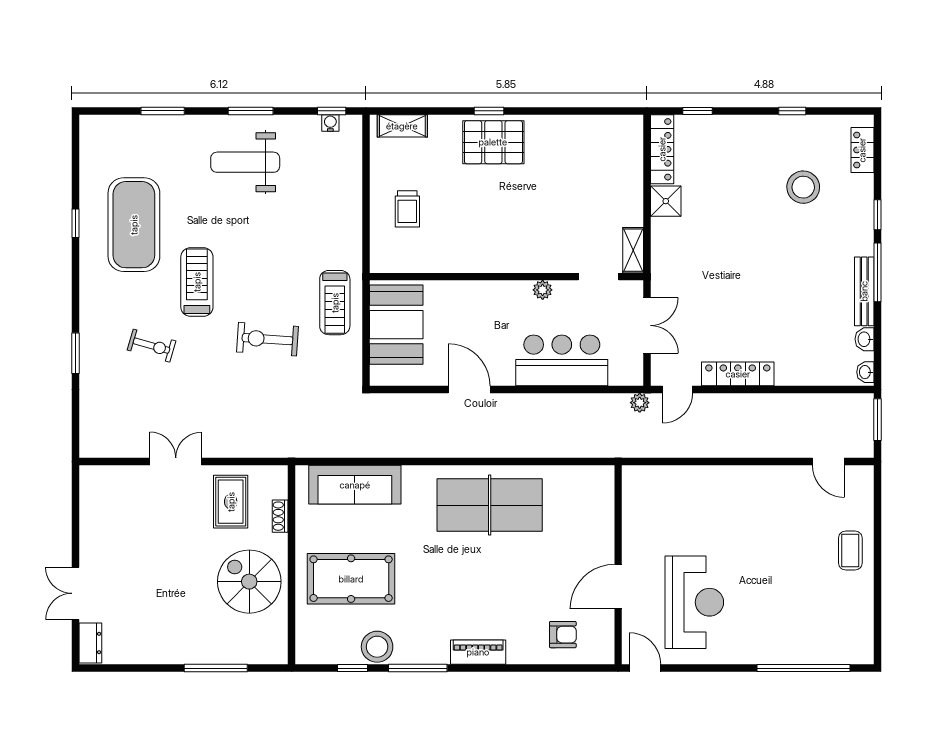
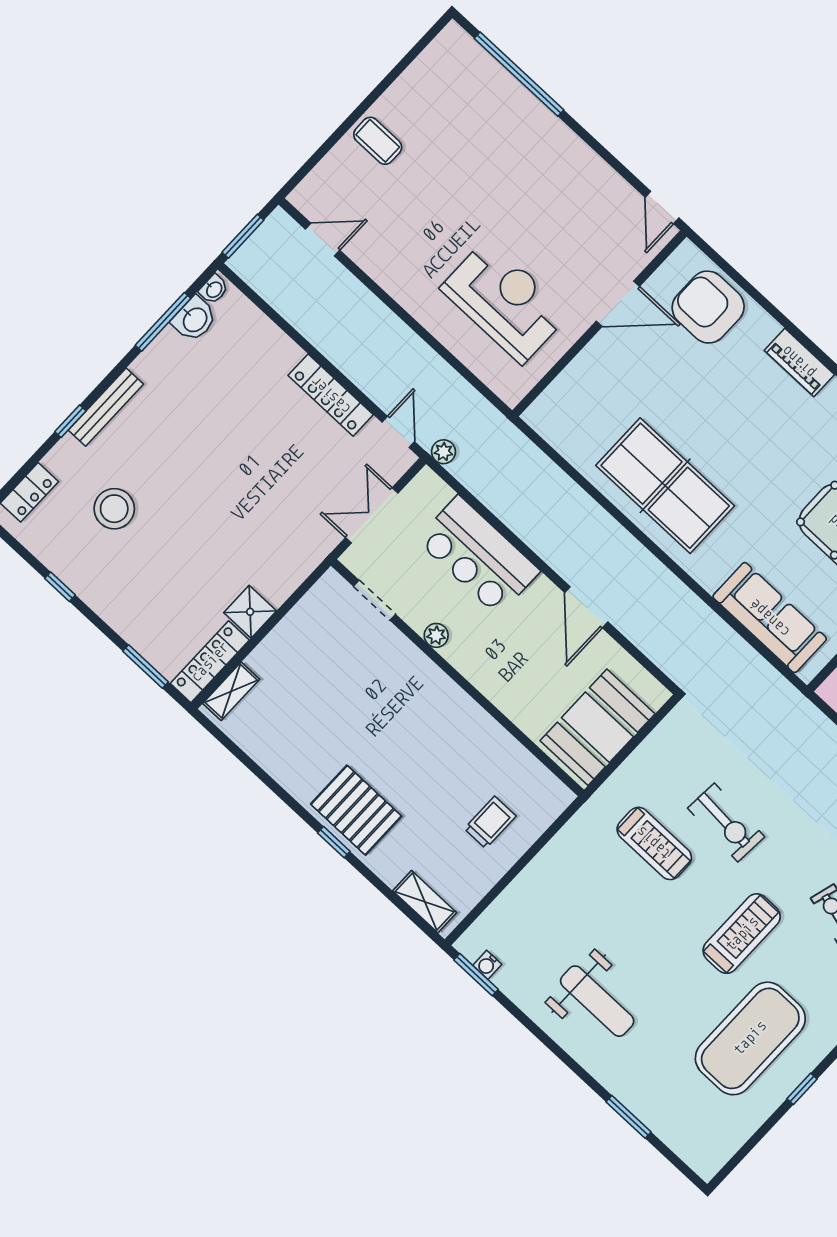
window: (251, 111) -> (549, 1043), removed
window: (332, 111) -> (476, 975), width x1.50
window: (698, 111) -> (146, 666), width x1.50
shelving: (633, 250) -> (231, 691), moved
window: (877, 272) -> (163, 322), moved
treadmill: (197, 282) -> (742, 934), turned 180
bench: (864, 291) -> (106, 407), moved
treadmill: (335, 303) -> (654, 843), moved, turned 90
washbasin: (865, 339) -> (194, 319), width x1.38, depth x1.45
door: (677, 390) -> (398, 432), hinge flipped
door: (828, 462) -> (323, 240), hinge flipped
coffee table: (850, 551) -> (378, 141), turned 90
reception desk: (694, 602) -> (505, 301), moved, turned 90
armchair: (563, 635) -> (708, 307), width x1.88, depth x1.88

